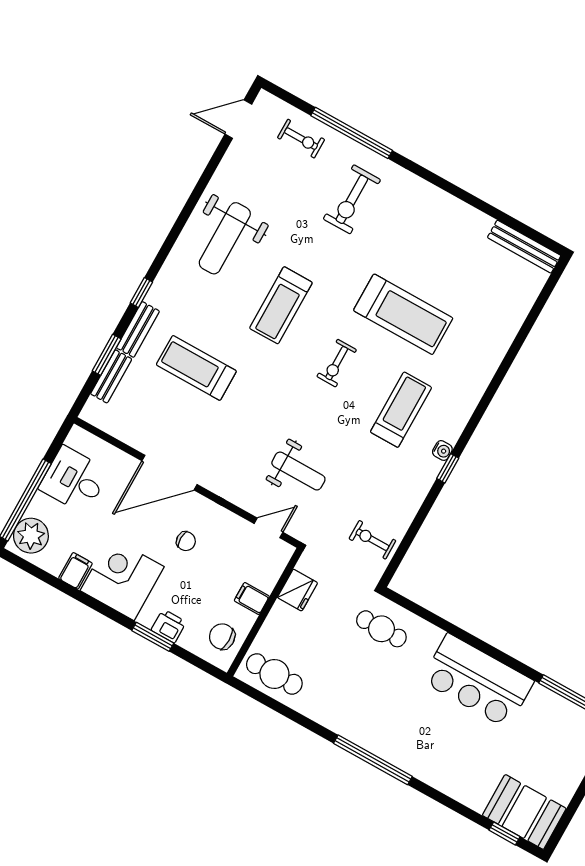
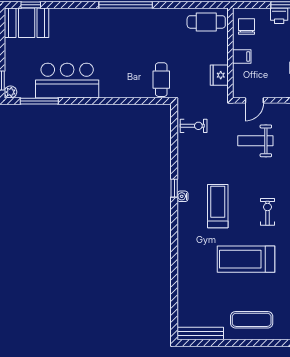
exercise mat: (442, 226) -> (252, 320), added
treadmill: (401, 410) -> (218, 206), turned 180
cafe table: (381, 629) -> (161, 80), turned 90
chair: (222, 637) -> (246, 26), turned -90
bar counter: (478, 681) -> (67, 81), moved

